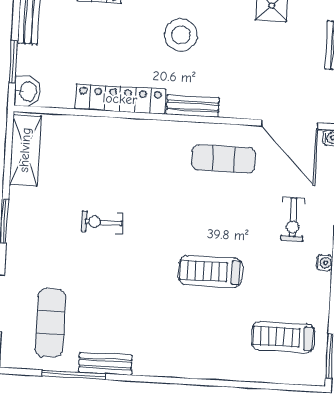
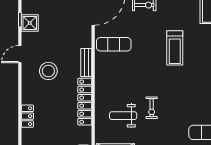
exercise mat: (223, 159) -> (114, 44), turned 90
weight bench: (90, 169) -> (123, 116), added

